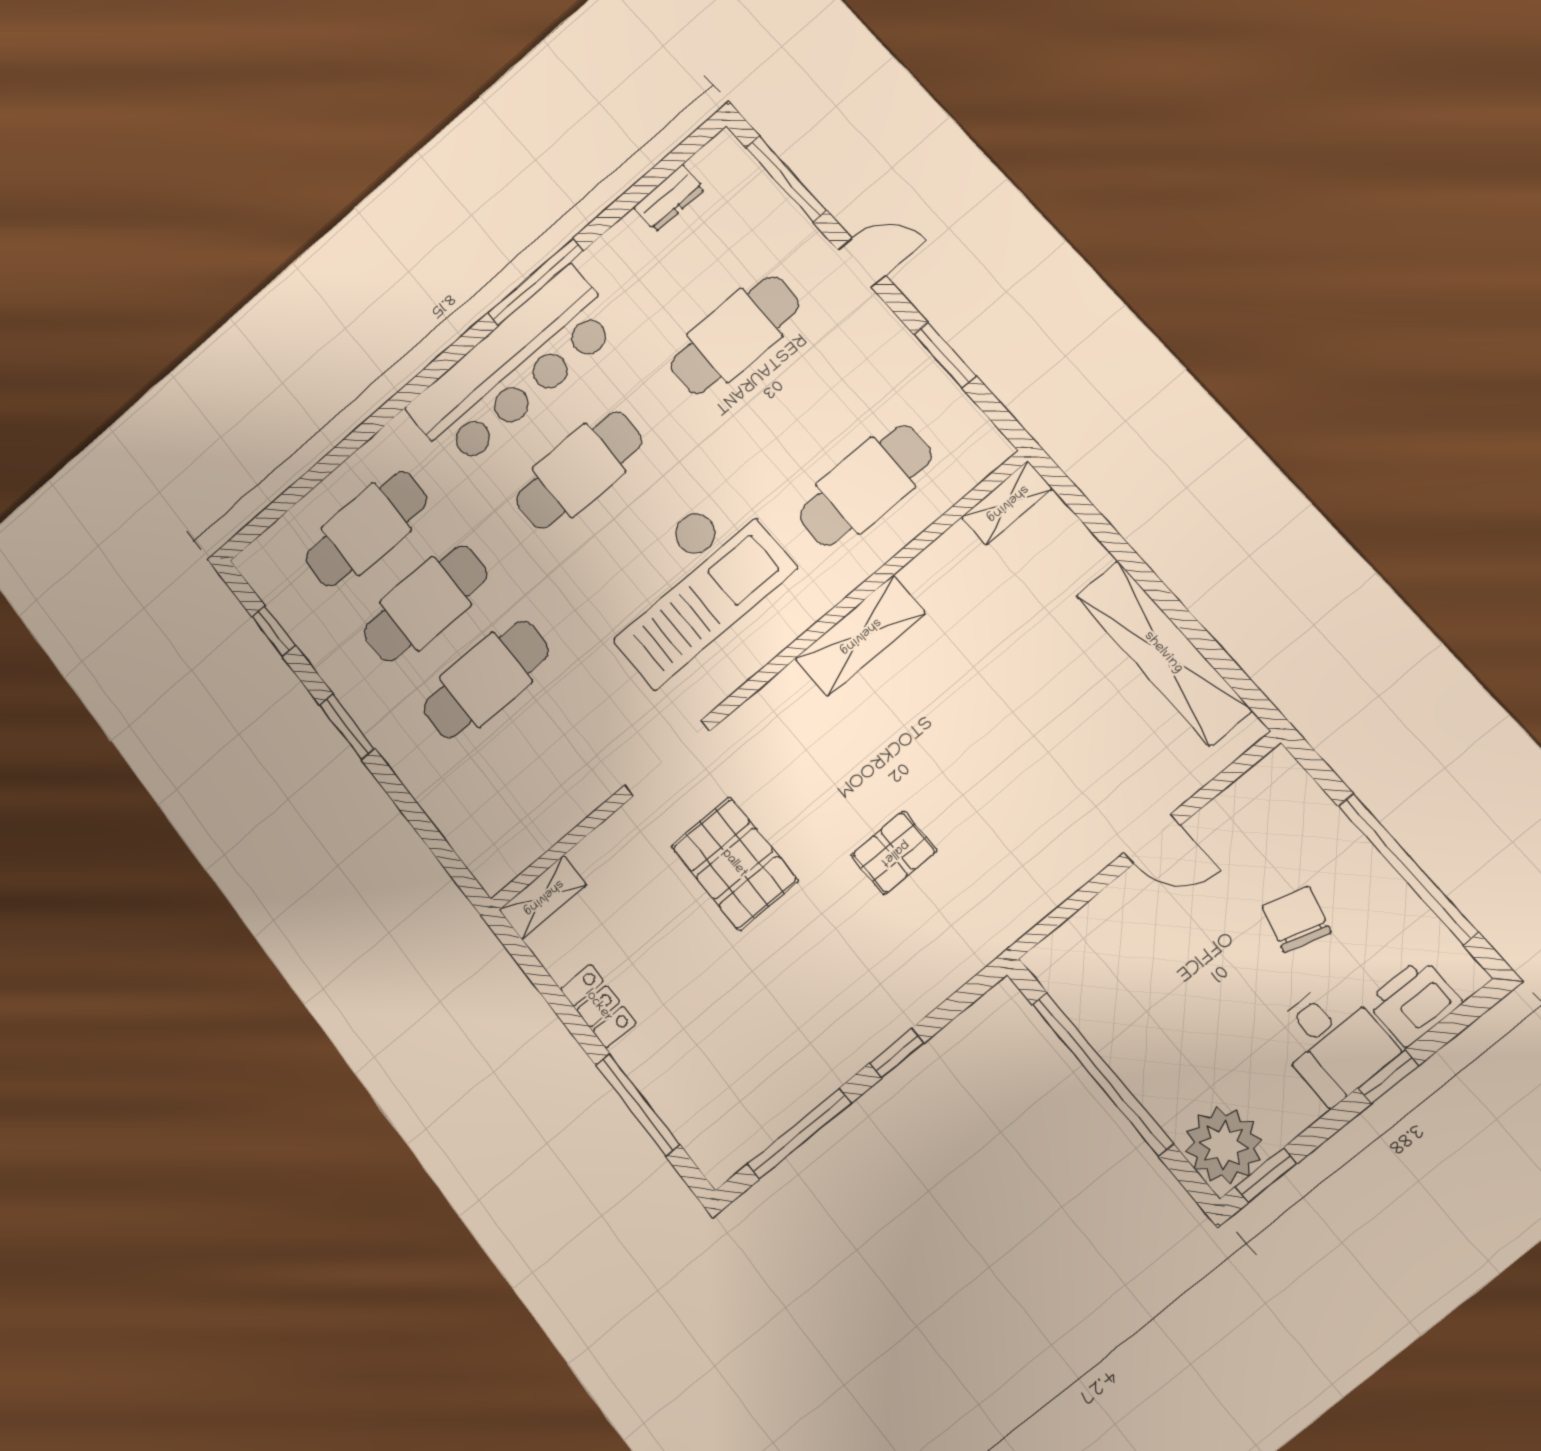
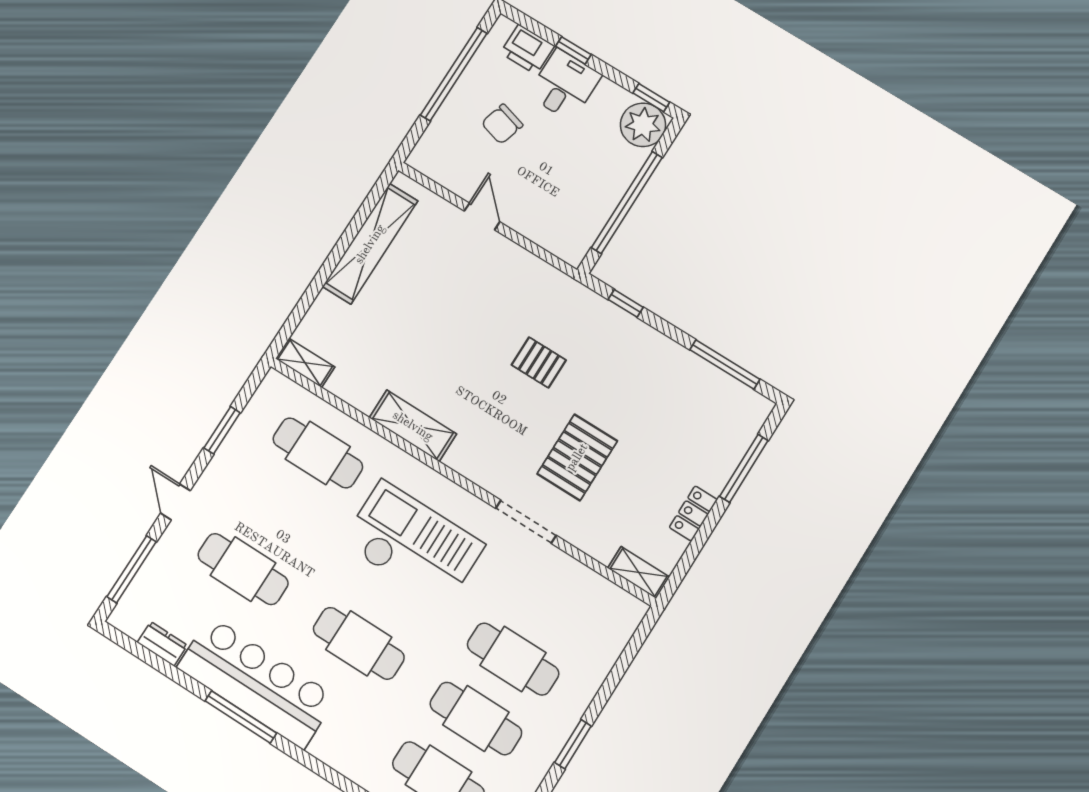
bar counter: (514, 368) -> (257, 682), moved
window: (897, 1053) -> (626, 303), moved

